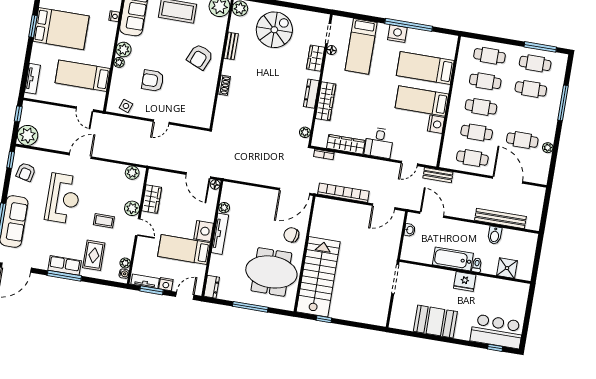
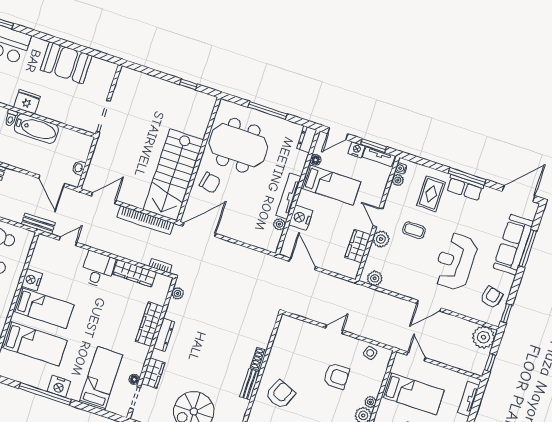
bench: (231, 46) -> (250, 384), moved
floor lamp: (215, 185) -> (316, 160), moved
nightstand: (204, 231) -> (301, 218), moved
stairs: (318, 277) -> (173, 175), moved

